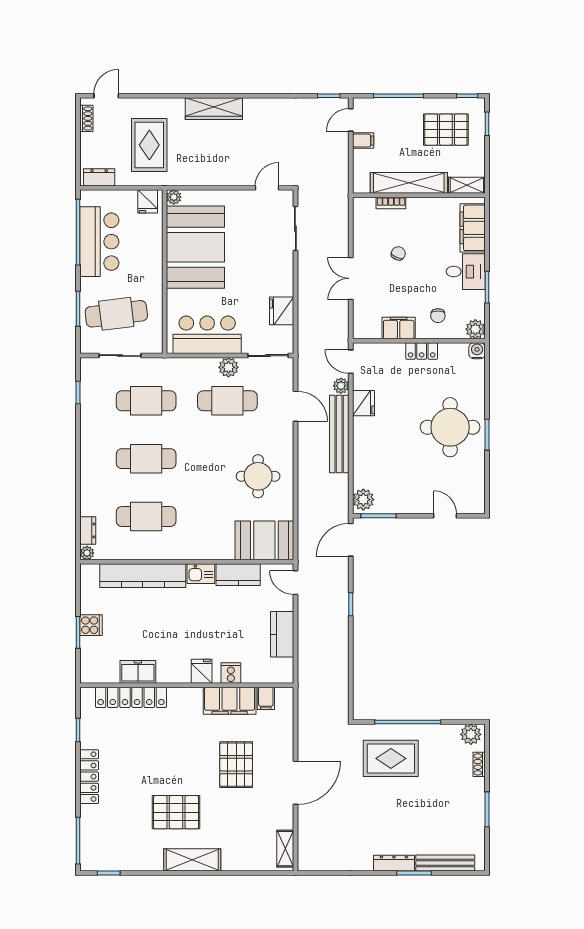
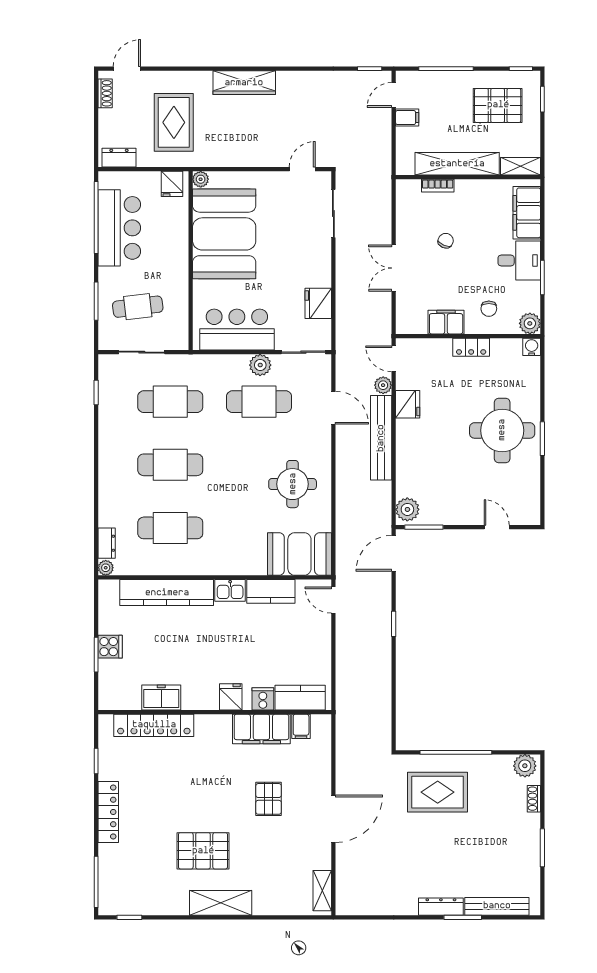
cafe table: (116, 314) -> (138, 307), width x0.73, depth x0.74
kitchen counter: (282, 634) -> (300, 698), moved, turned 90
pallet: (236, 765) -> (269, 799), width x0.67, depth x0.71

